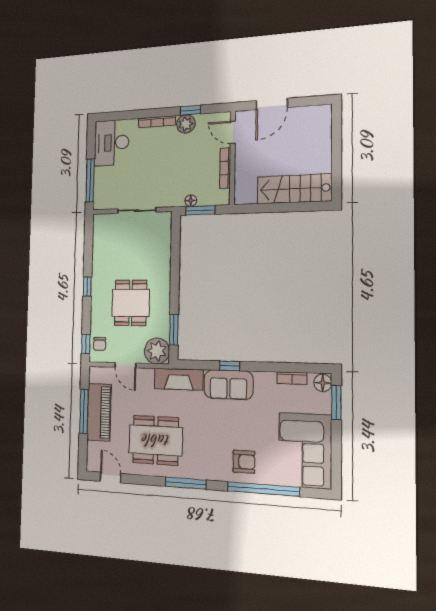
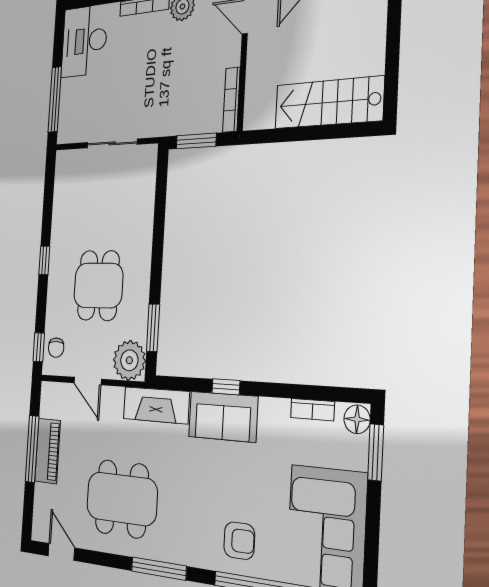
bookcase: (225, 168) -> (231, 100), moved
floor lamp: (191, 201) -> (184, 126), removed
piano: (99, 412) -> (48, 451), width x0.73, depth x0.75

